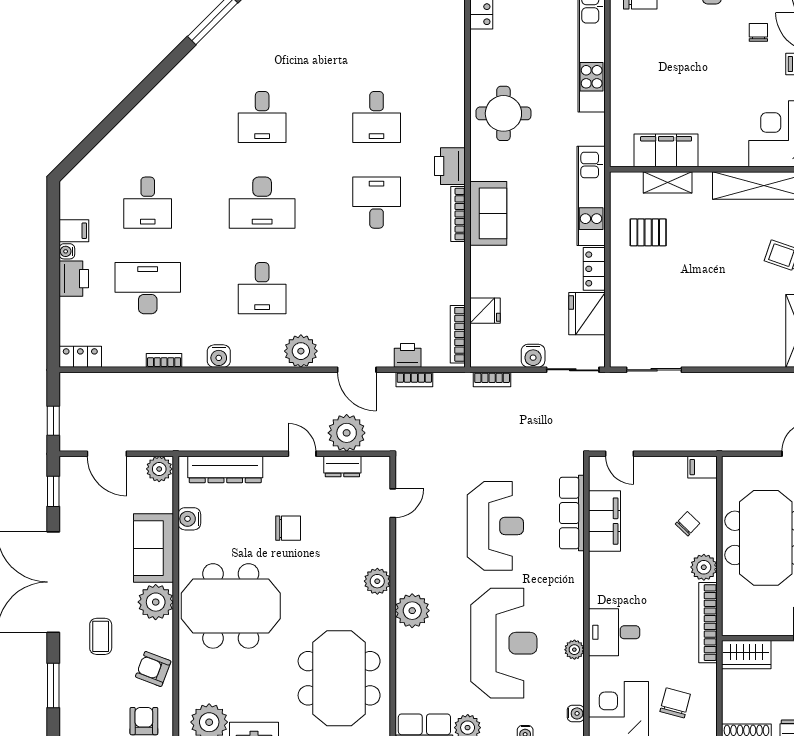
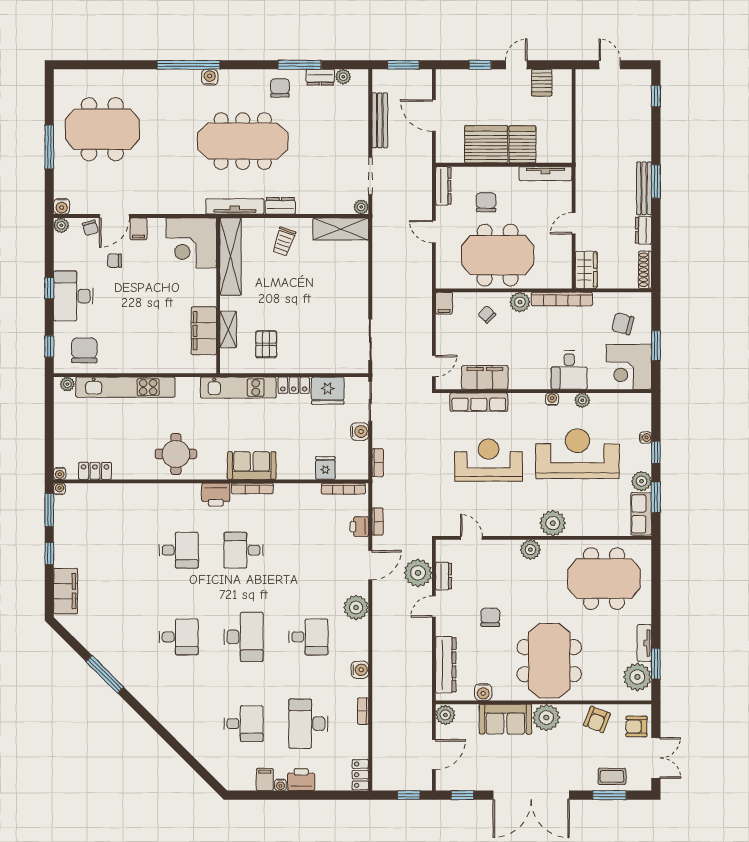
coffee table: (101, 636) -> (612, 776), moved
water cooler: (576, 713) -> (552, 399), moved

